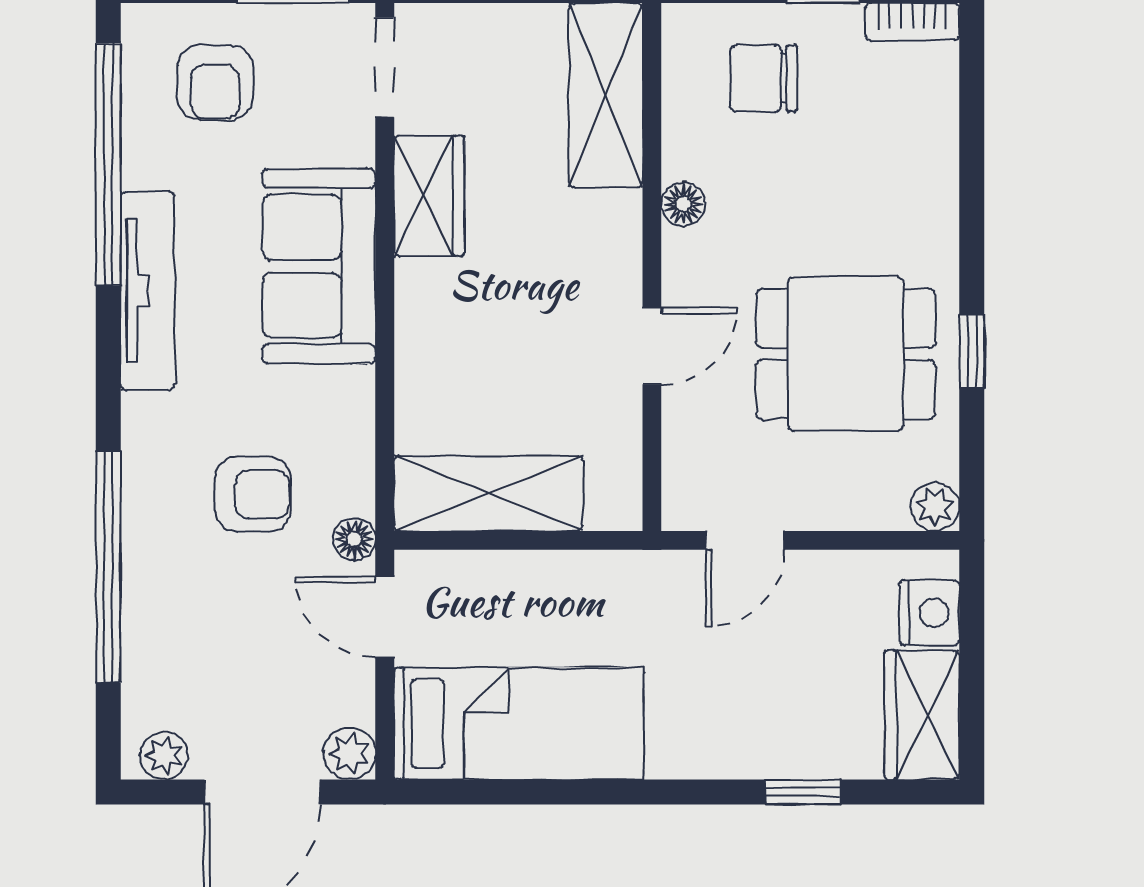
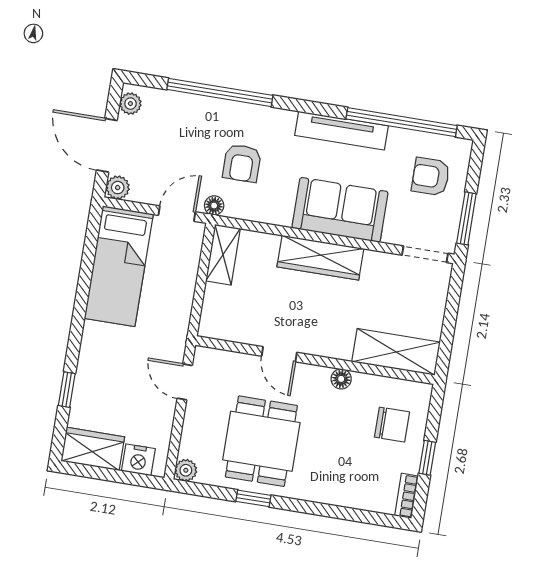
chair: (764, 78) -> (392, 425), turned 90
wardrobe: (429, 196) -> (320, 258), moved, width x1.50
shelving: (488, 493) -> (223, 255), width x0.67, depth x0.75

